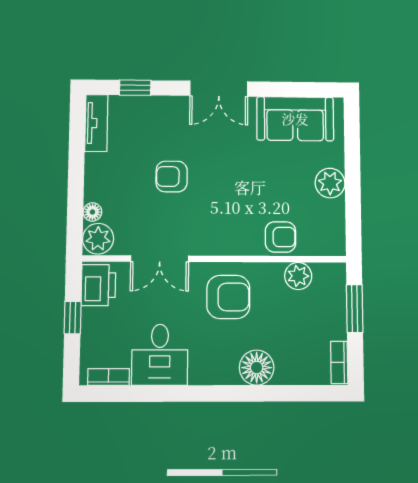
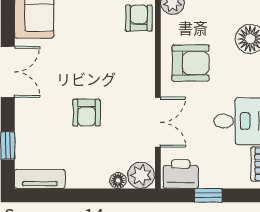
armchair: (228, 297) -> (191, 63), turned 90

